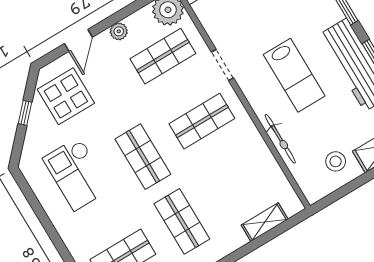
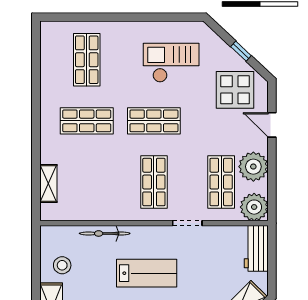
plant: (119, 31) -> (253, 167), width x1.88, depth x1.88
lab bench: (294, 75) -> (147, 273), turned 180

